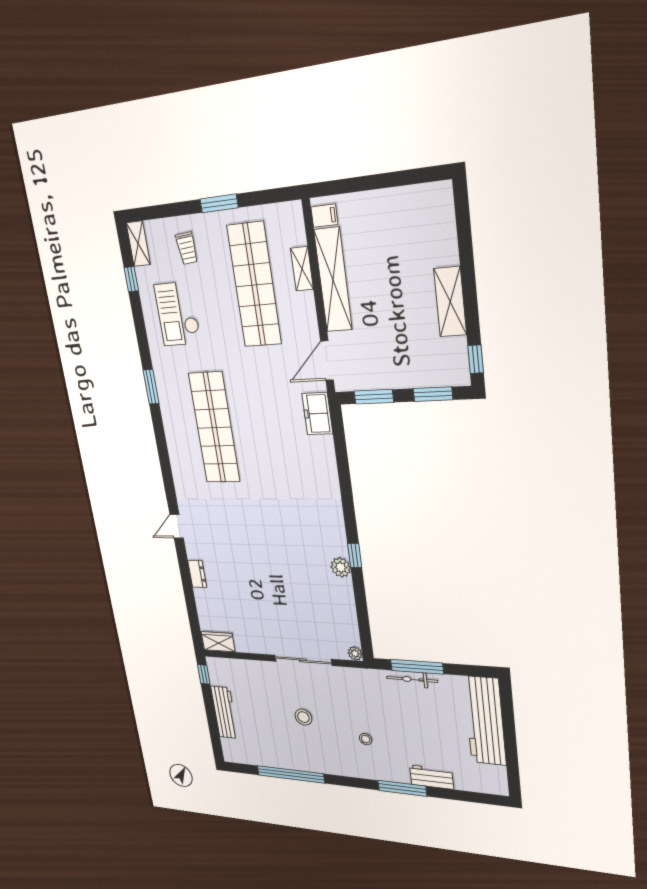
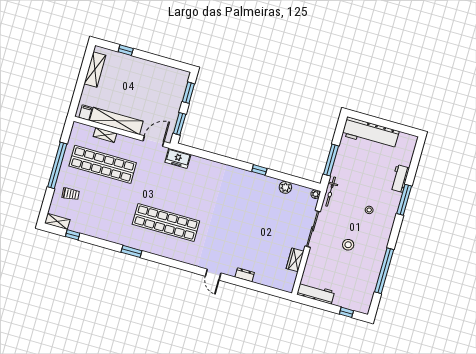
window: (219, 203) -> (57, 165), width x2.11
shelving: (450, 302) -> (95, 69), moved, turned 90
checkout: (177, 314) -> (100, 216), removed
window: (476, 359) -> (126, 50), moved
door: (327, 361) -> (153, 141), swing flipped
plant: (341, 567) -> (285, 187), moved
wardrobe: (218, 642) -> (295, 260), moved
window: (204, 674) -> (346, 312), moved
bicycle: (412, 679) -> (331, 192), moved
workbench: (224, 712) -> (316, 293), moved

